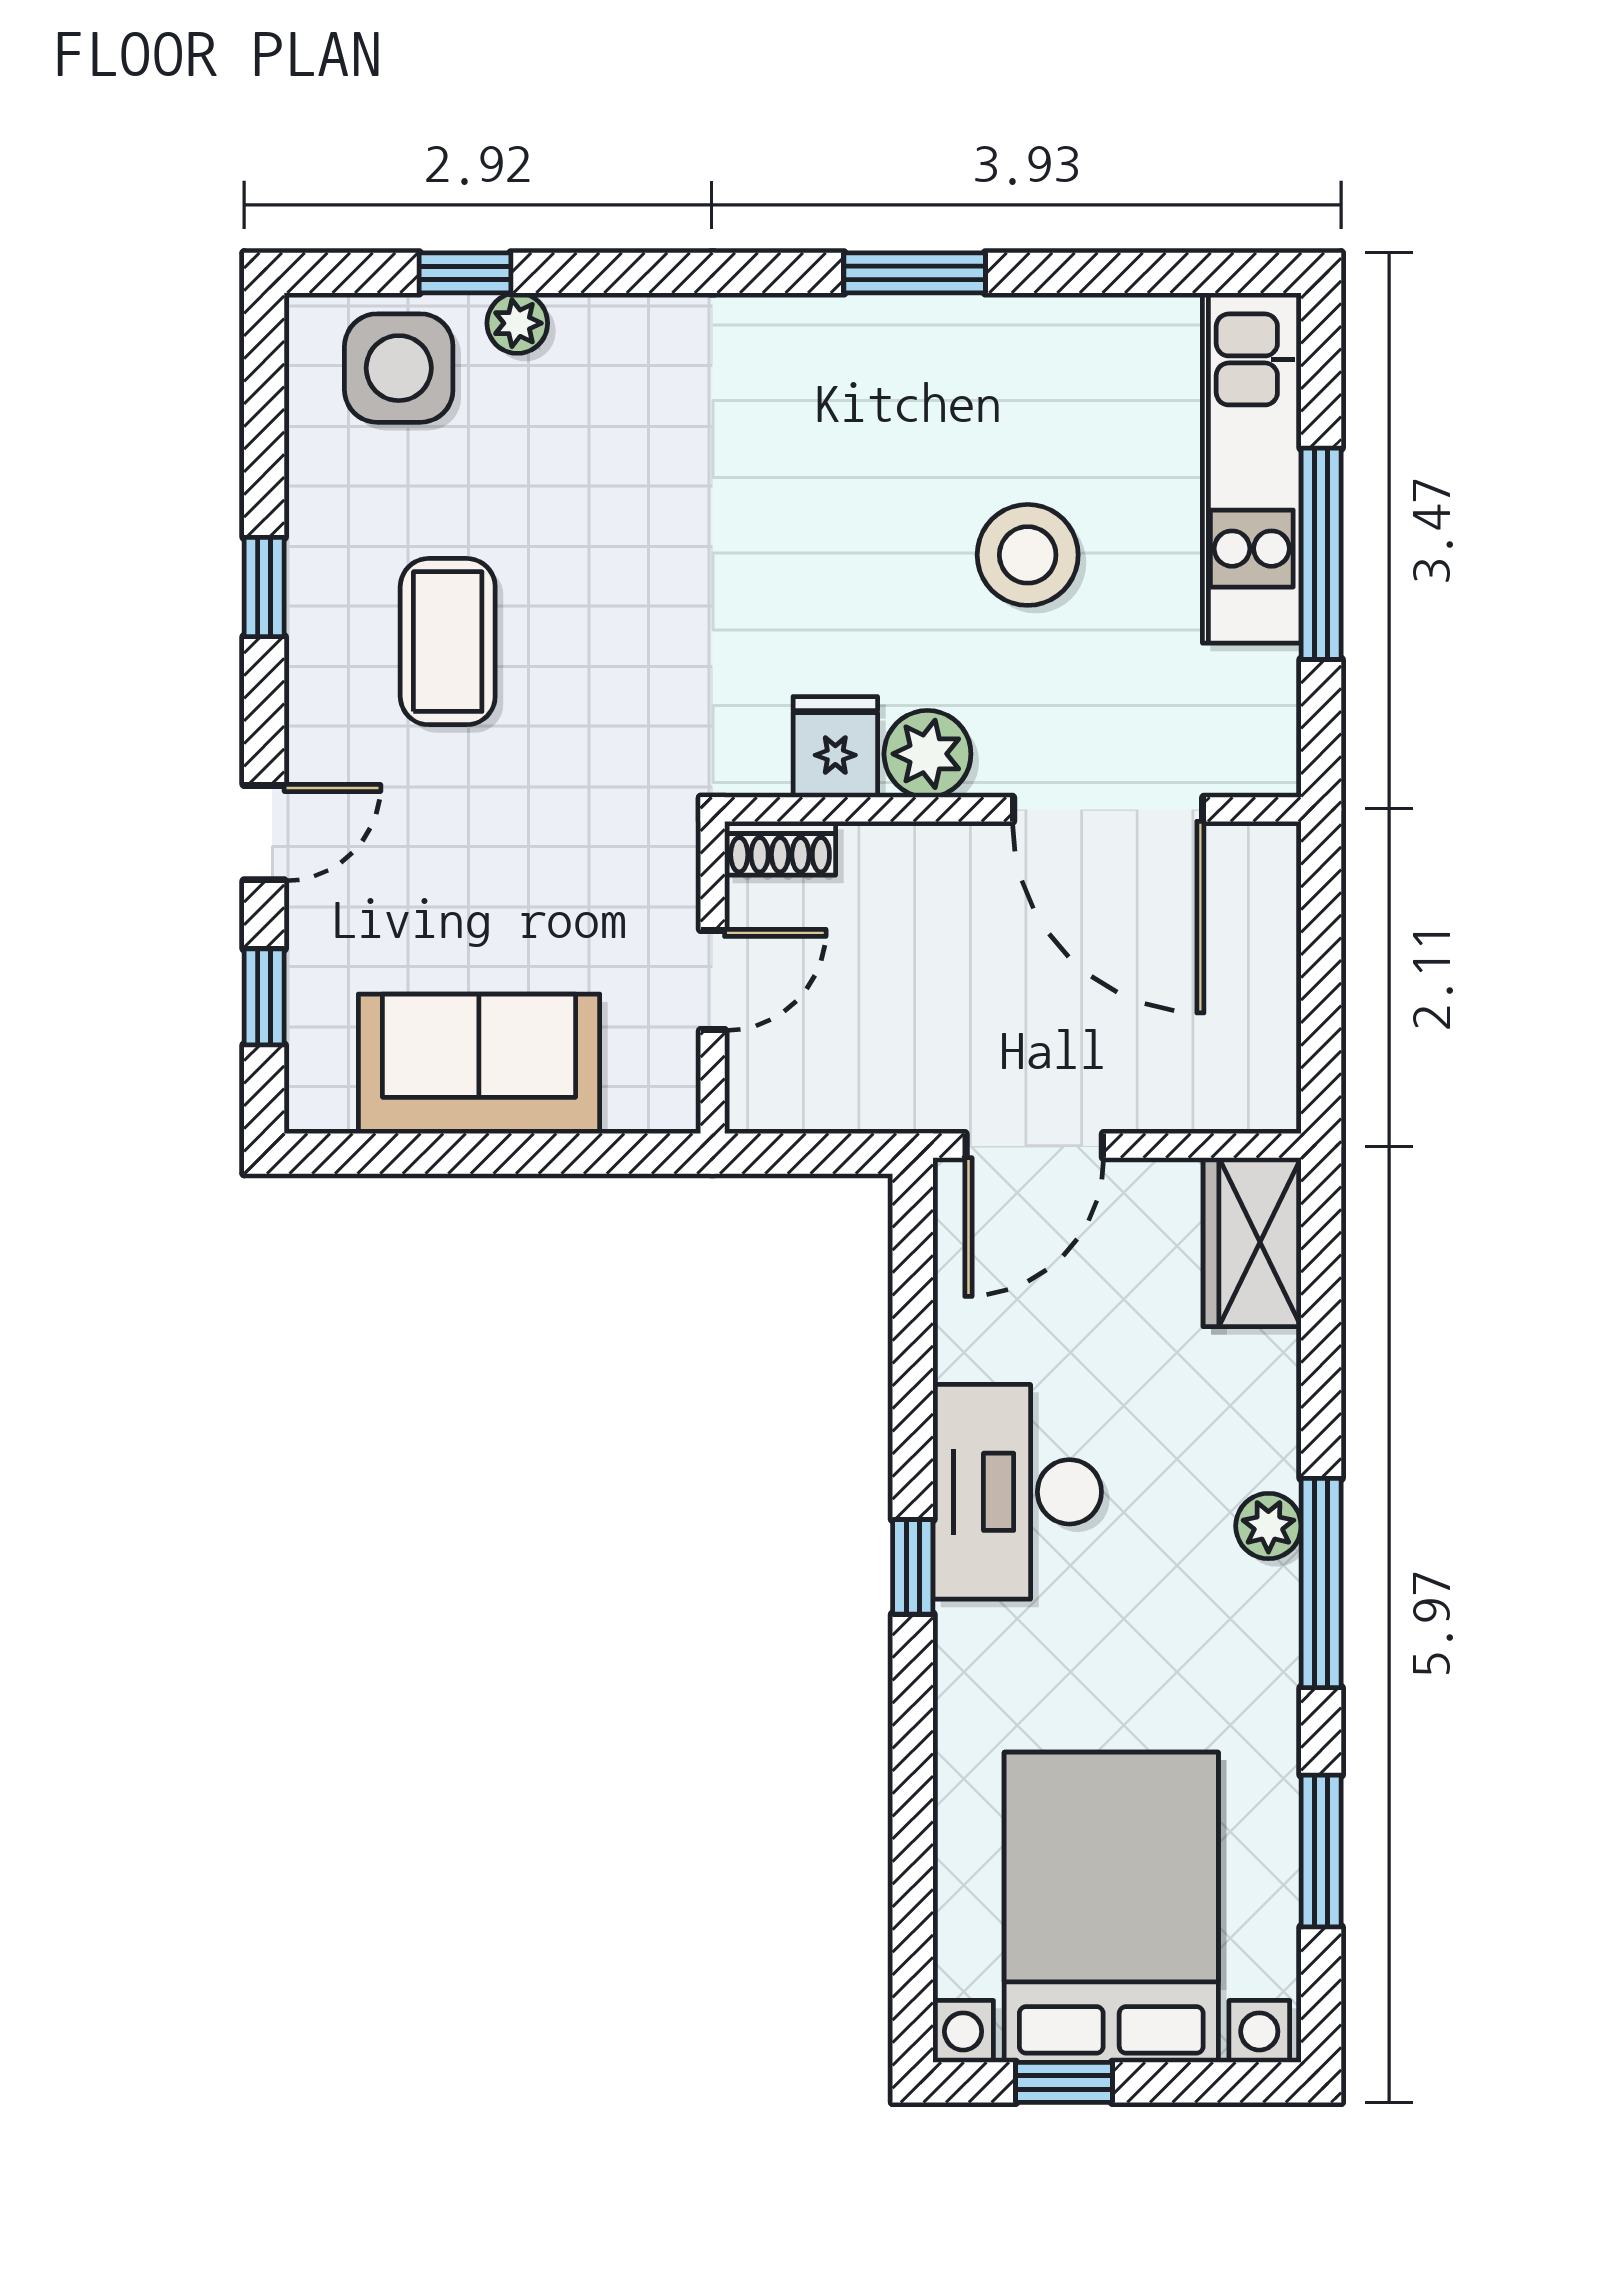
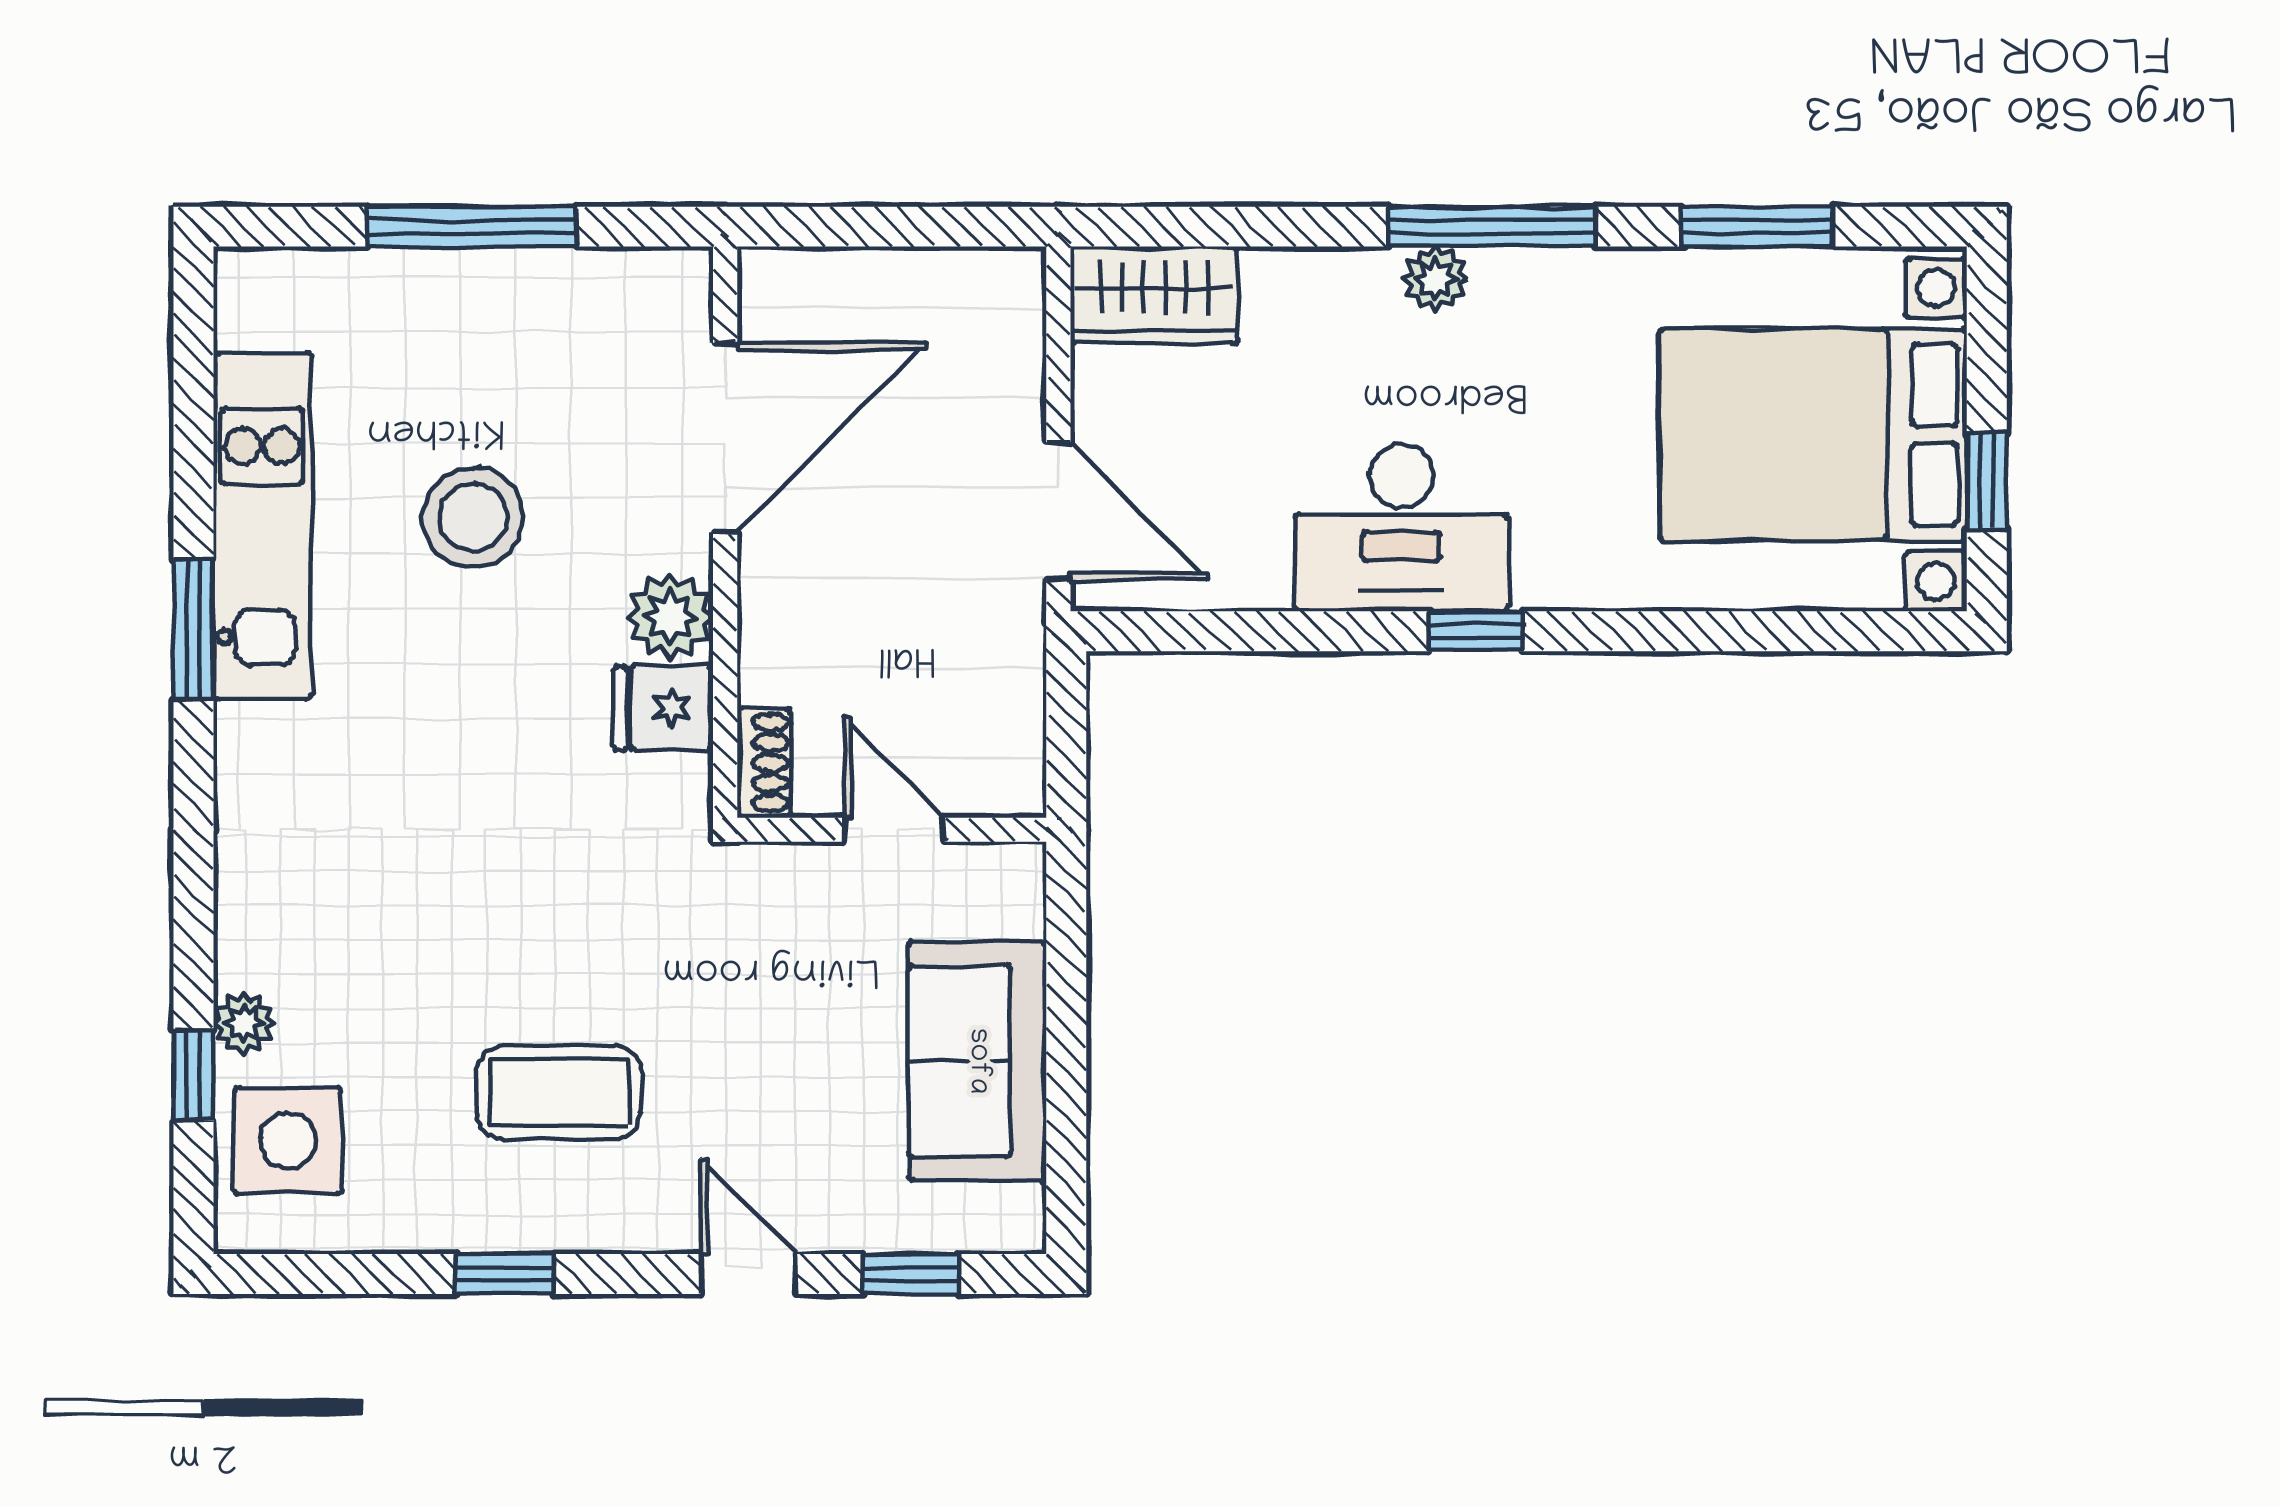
kitchen unit: (1252, 468) -> (262, 526), moved, turned -90

